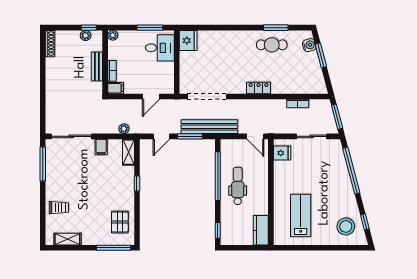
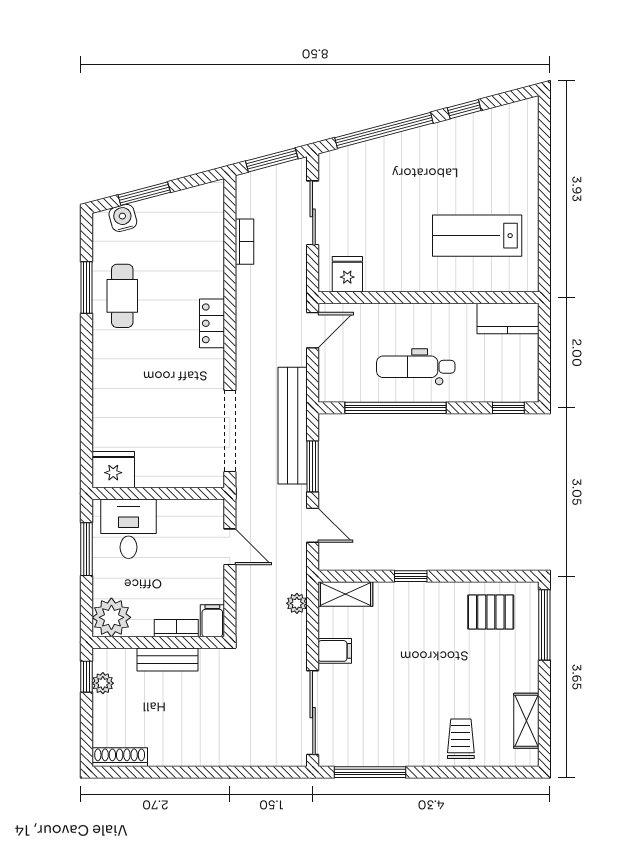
plant: (113, 35) -> (111, 617), width x1.87, depth x1.87
window: (365, 222) -> (464, 109), moved
stool: (346, 226) -> (500, 142), removed

